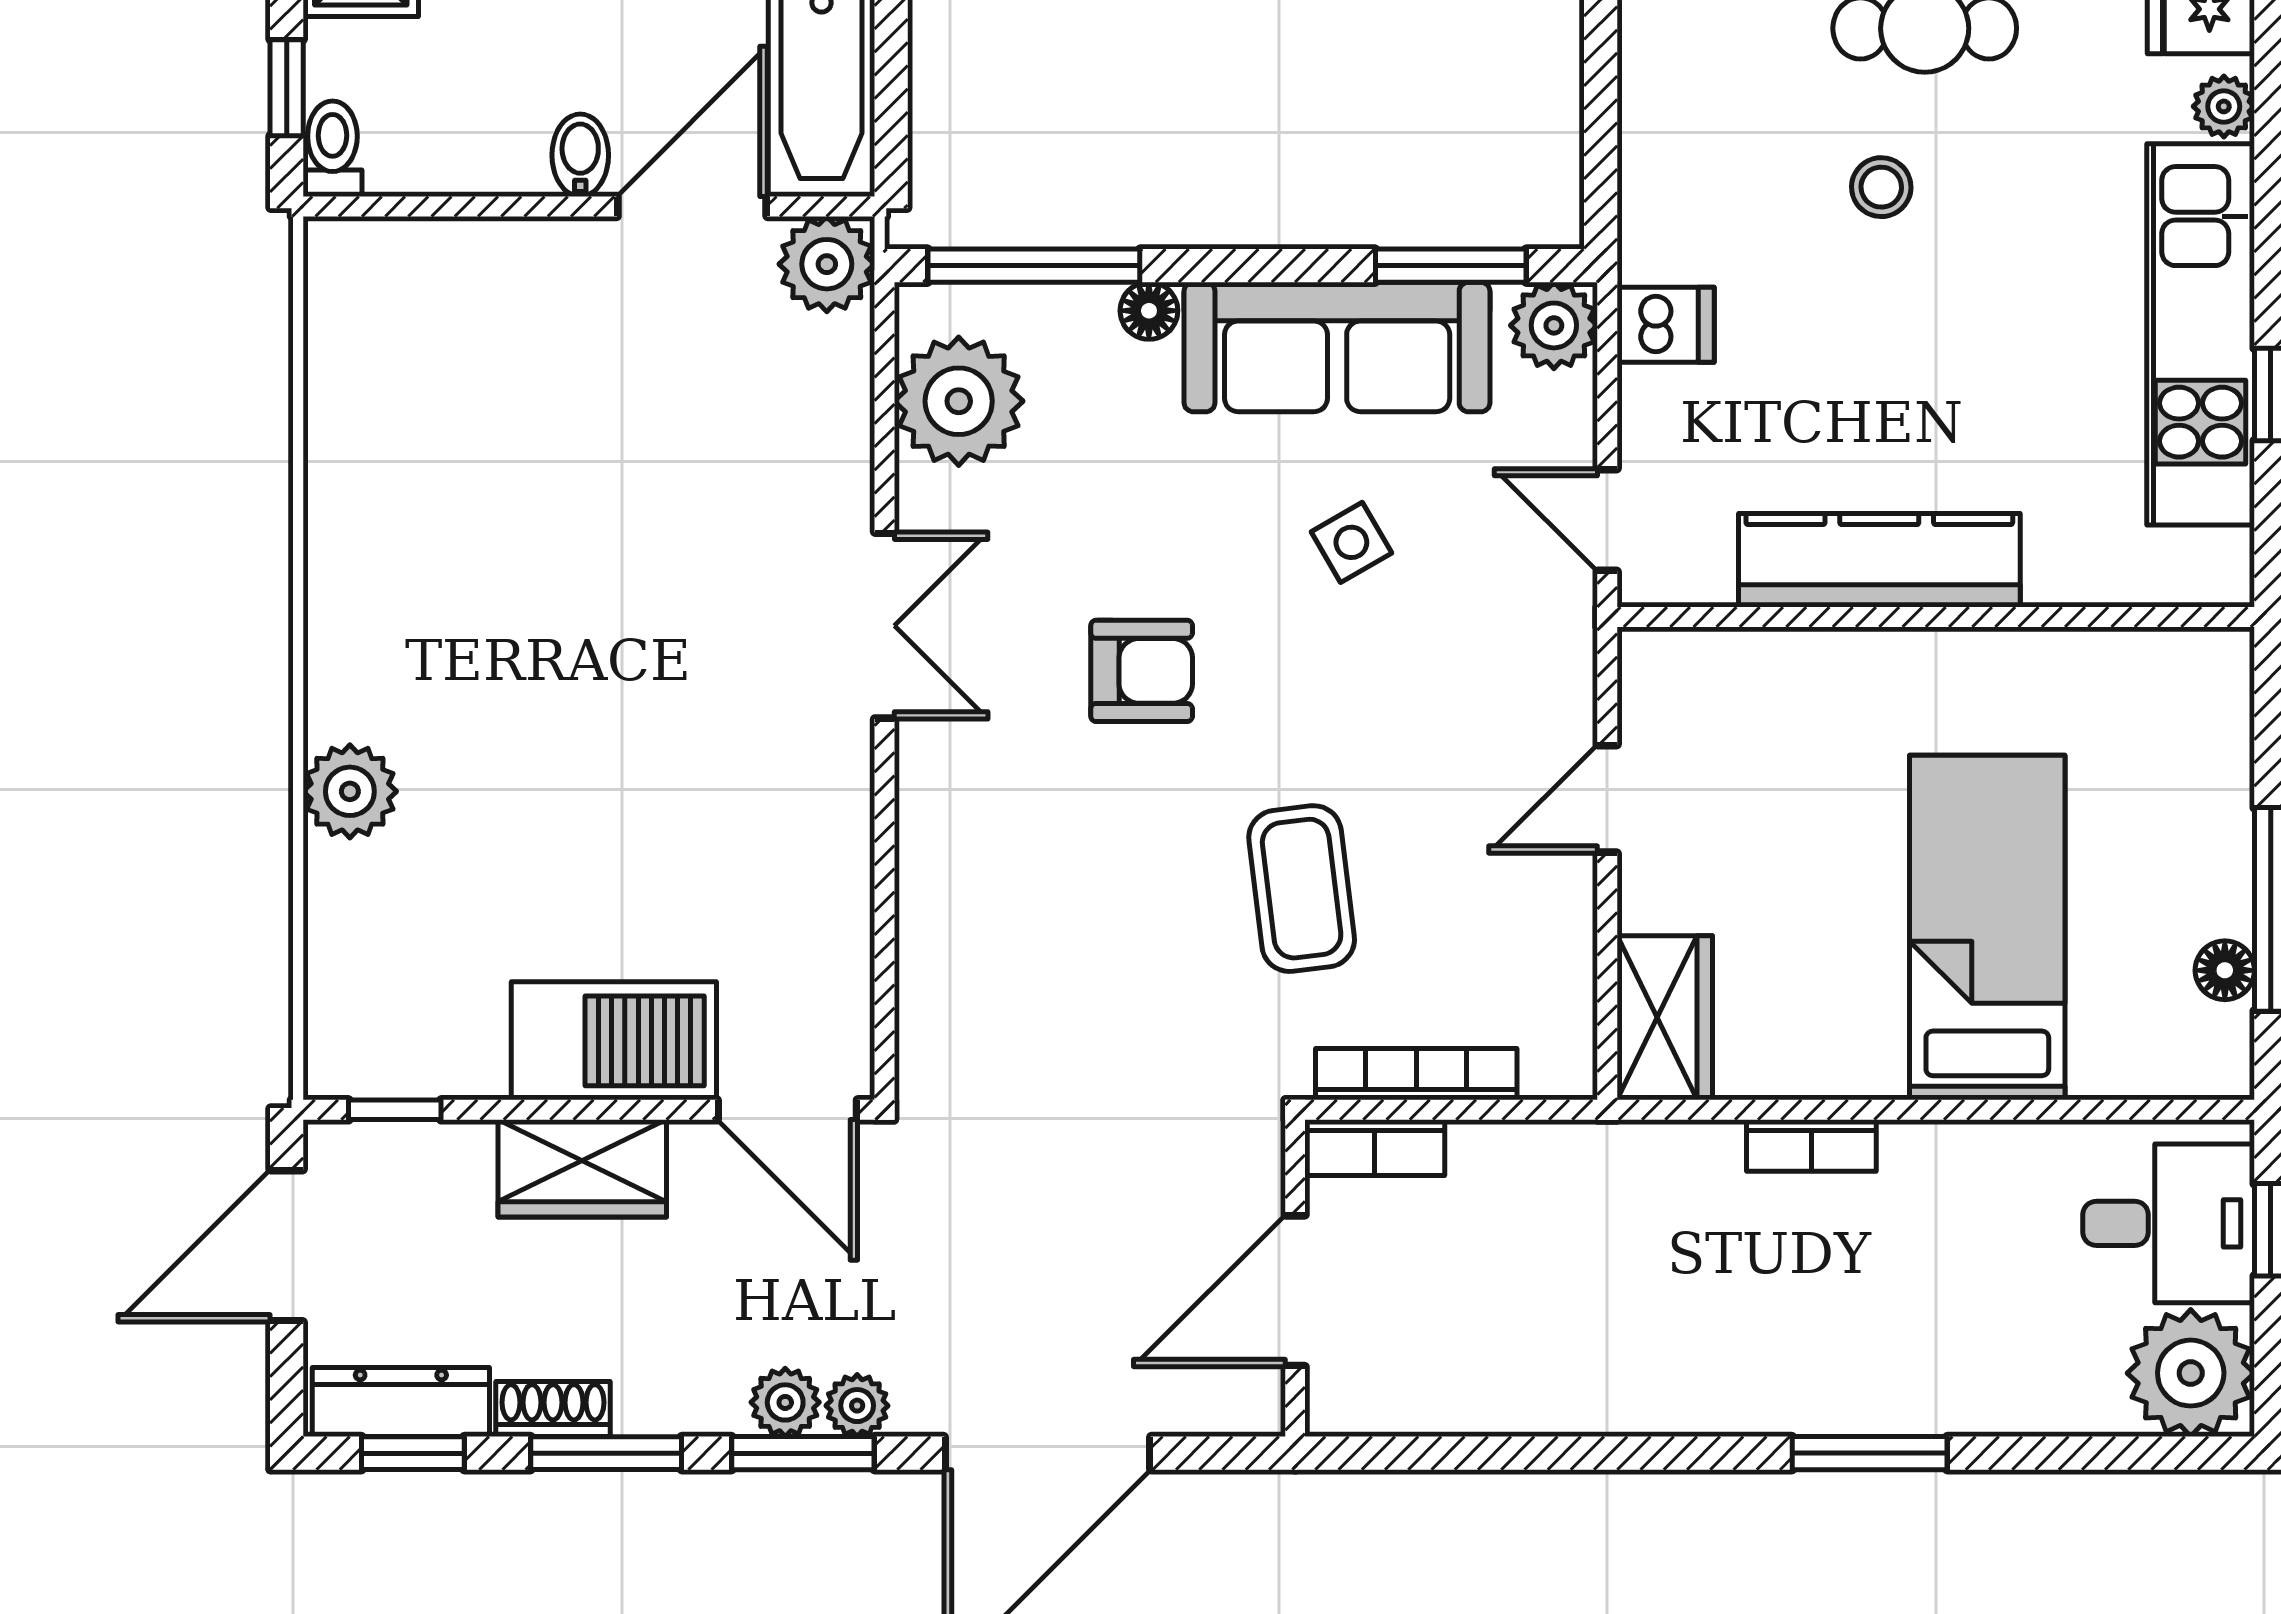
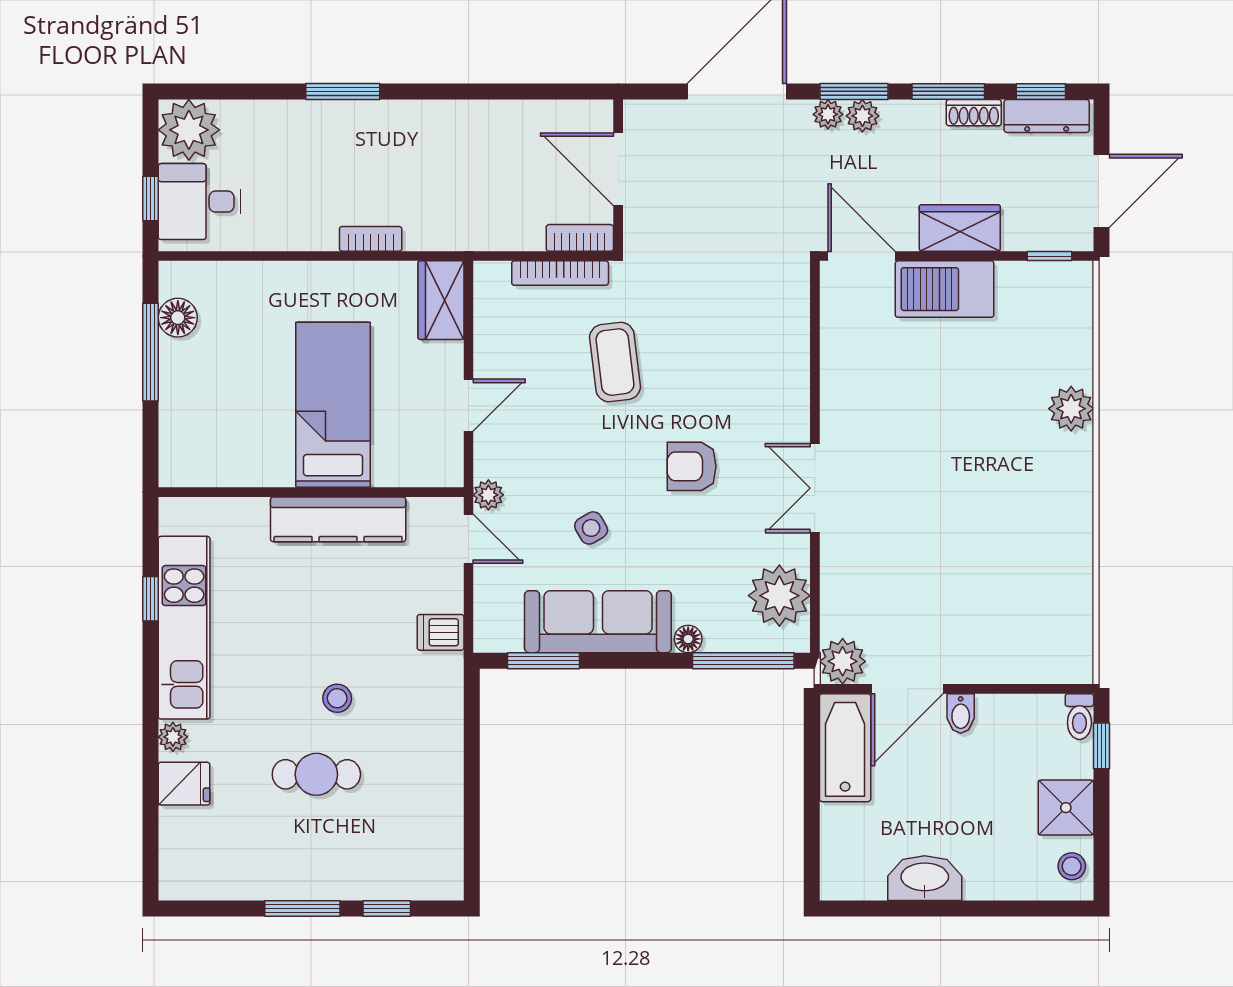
plant: (1554, 325) -> (488, 495), moved, width x0.73, depth x0.73
bed: (1987, 928) -> (333, 405), moved, turned 180
floor lamp: (2225, 970) -> (178, 318), width x1.37, depth x1.37
door: (1295, 1291) -> (618, 169), swing flipped

